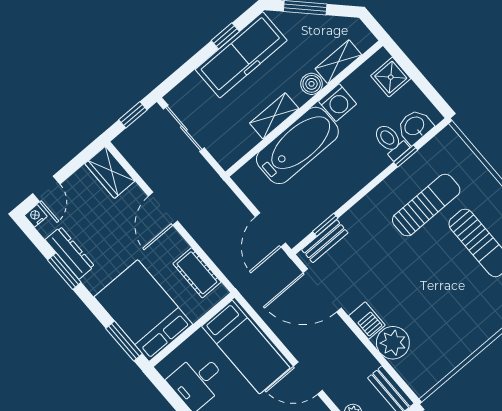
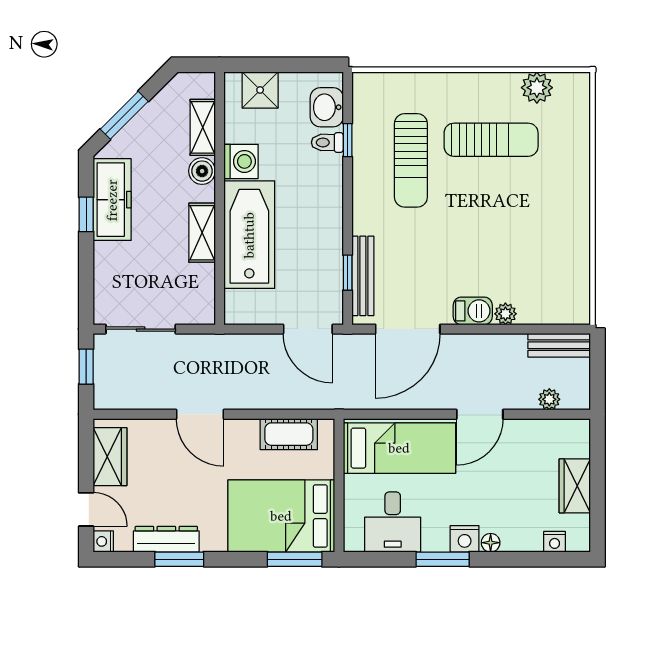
freezer: (241, 55) -> (112, 200), width x0.73, depth x0.79
toilet: (390, 141) -> (327, 142), width x0.73, depth x0.72
wardrobe: (110, 172) -> (110, 457), moved, turned -90
sun lounger: (426, 205) -> (411, 160), turned 180
bench: (325, 241) -> (363, 276), width x1.36
plant: (393, 343) -> (505, 314), width x0.53, depth x0.53

